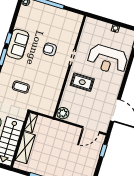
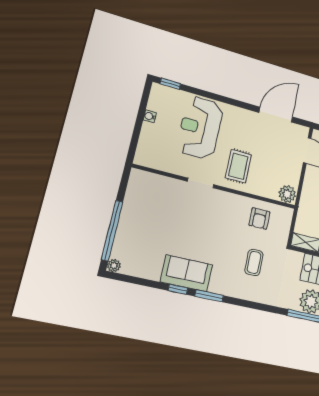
armchair: (50, 49) -> (259, 218), moved
reception desk: (108, 59) -> (200, 128), turned 180

